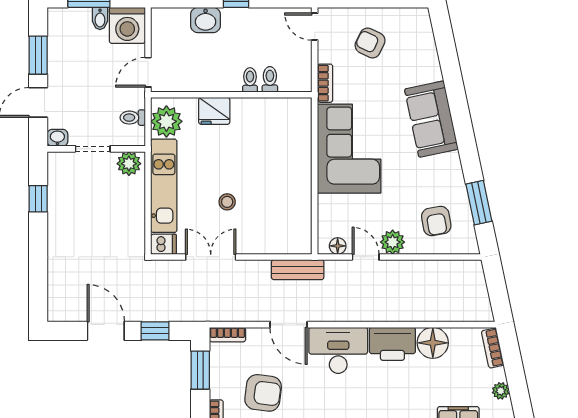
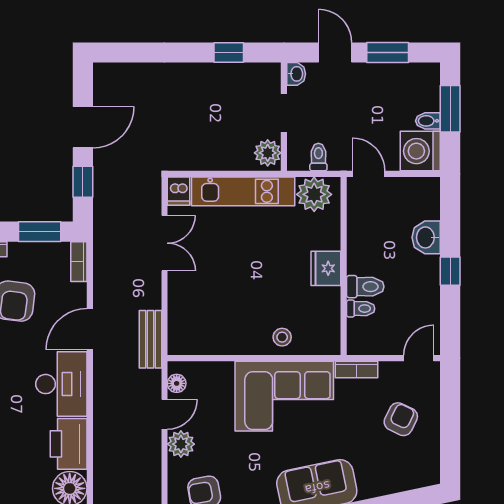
toilet: (250, 80) -> (365, 287), width x1.37, depth x1.39
fridge: (214, 111) -> (326, 268), moved
stool: (227, 202) -> (282, 337), moved

